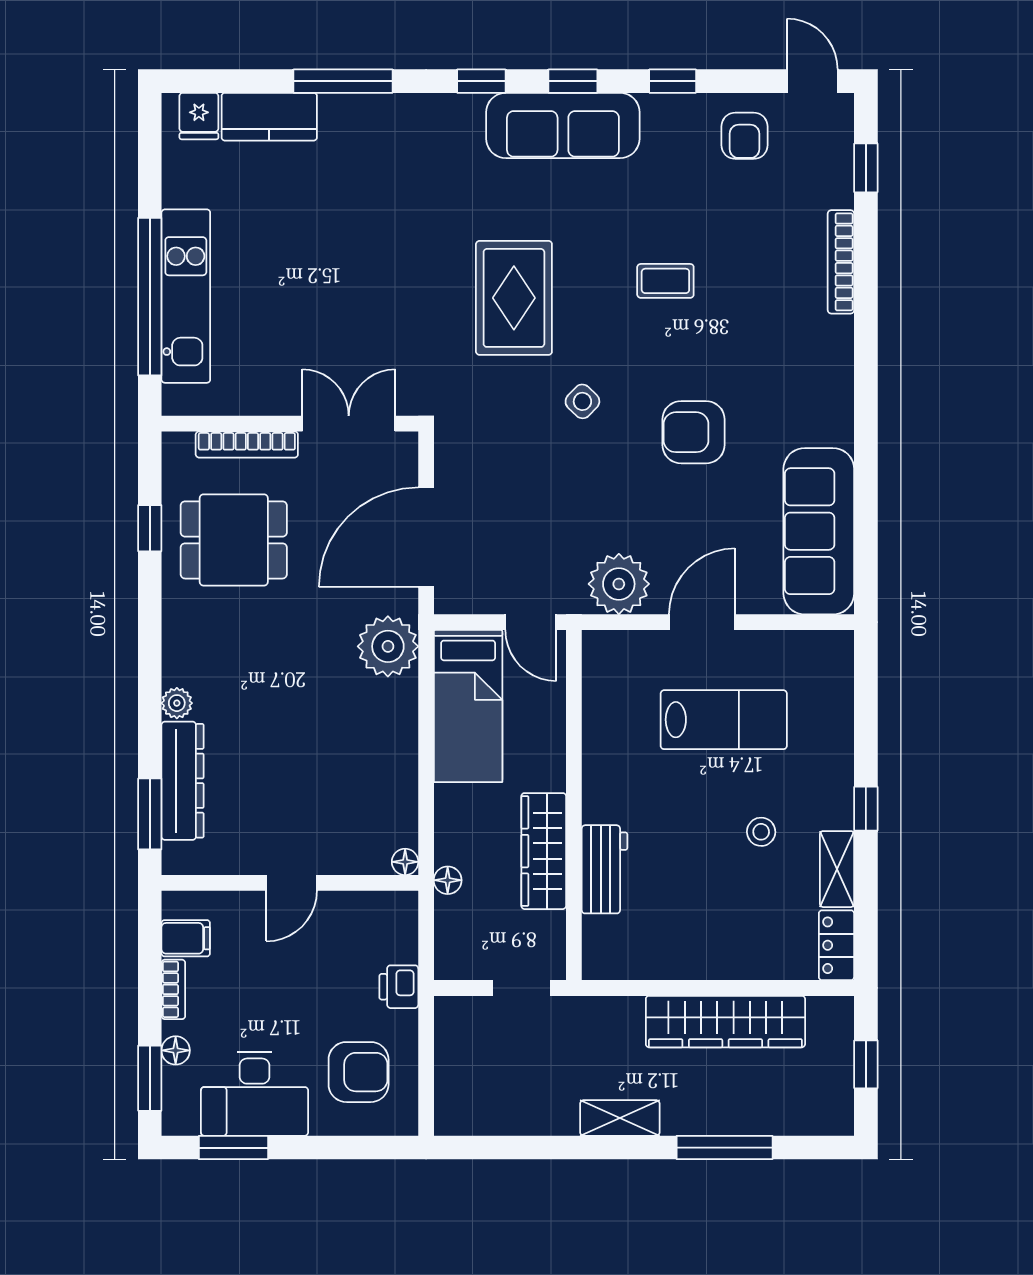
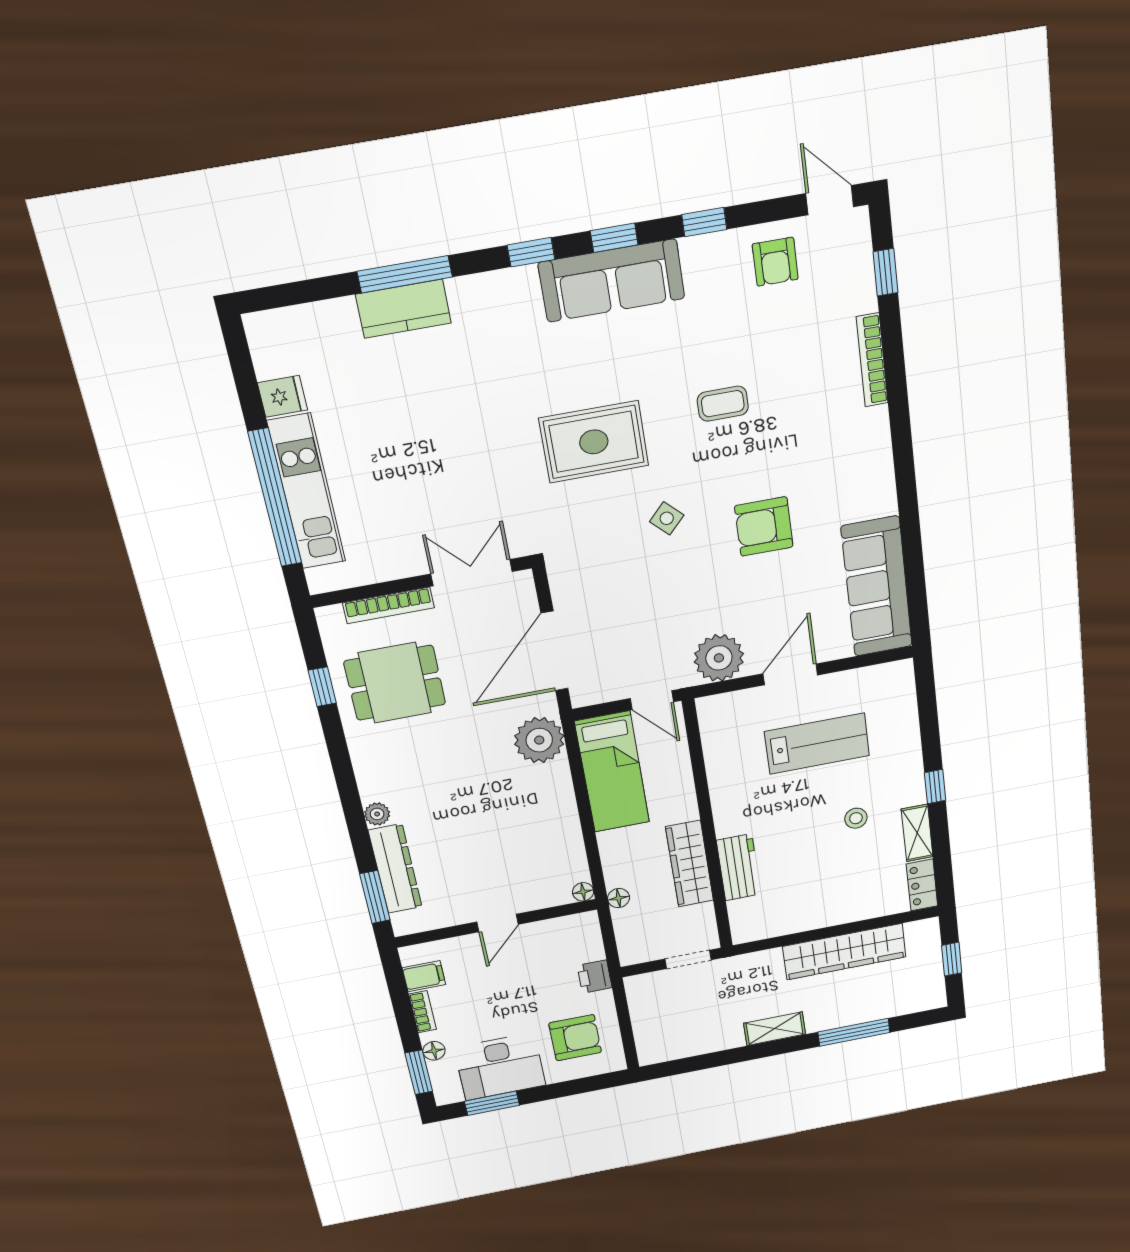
fridge: (199, 116) -> (282, 396), moved, turned -90
kitchen counter: (269, 117) -> (403, 309), moved
rug: (514, 298) -> (594, 442), turned 90

